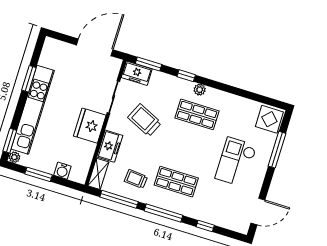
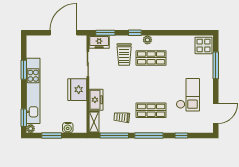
trolley: (145, 120) -> (124, 55), moved, turned -115
checkout: (236, 162) -> (188, 95), moved, turned 180

